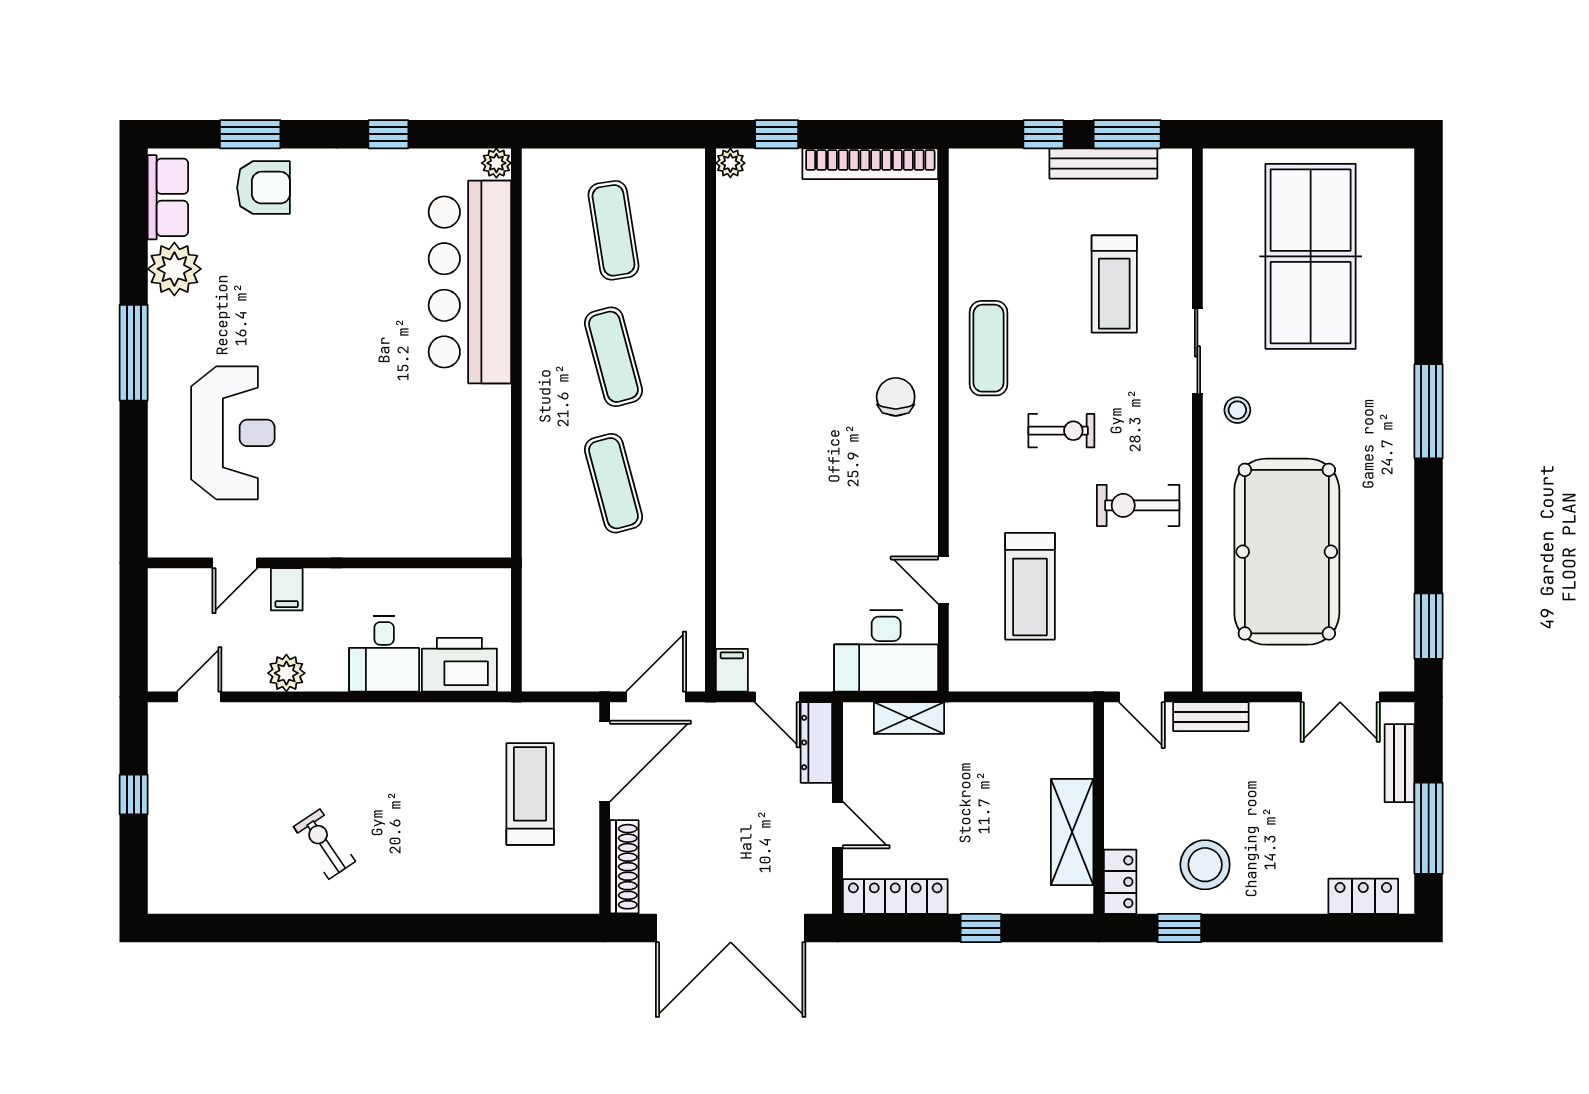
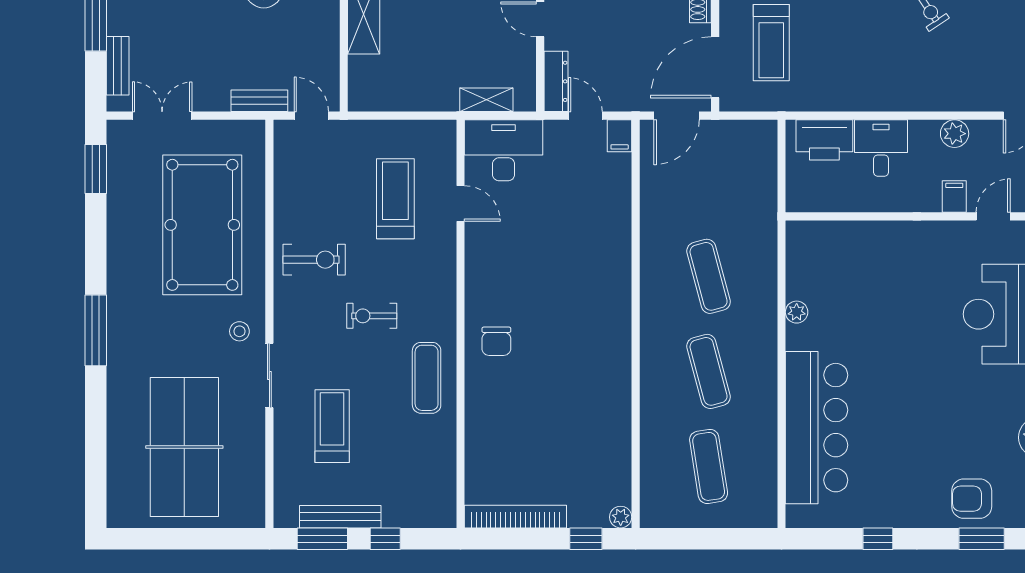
plant: (496, 163) -> (797, 312), moved

